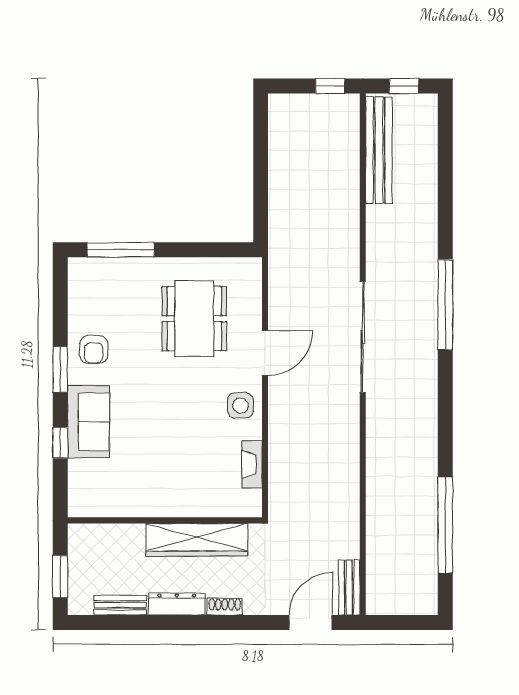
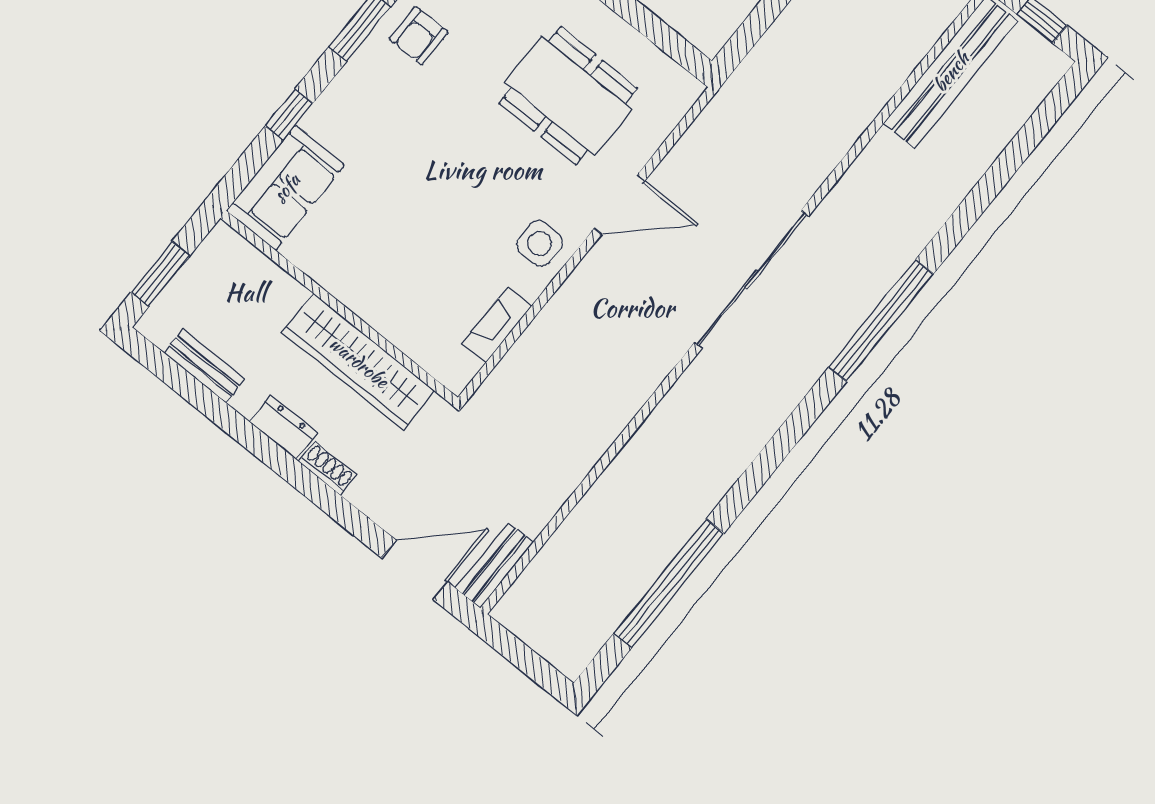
dining table: (194, 319) -> (568, 96), turned 90
sofa: (88, 422) -> (286, 188), moved
dresser: (177, 604) -> (283, 427), width x0.70

